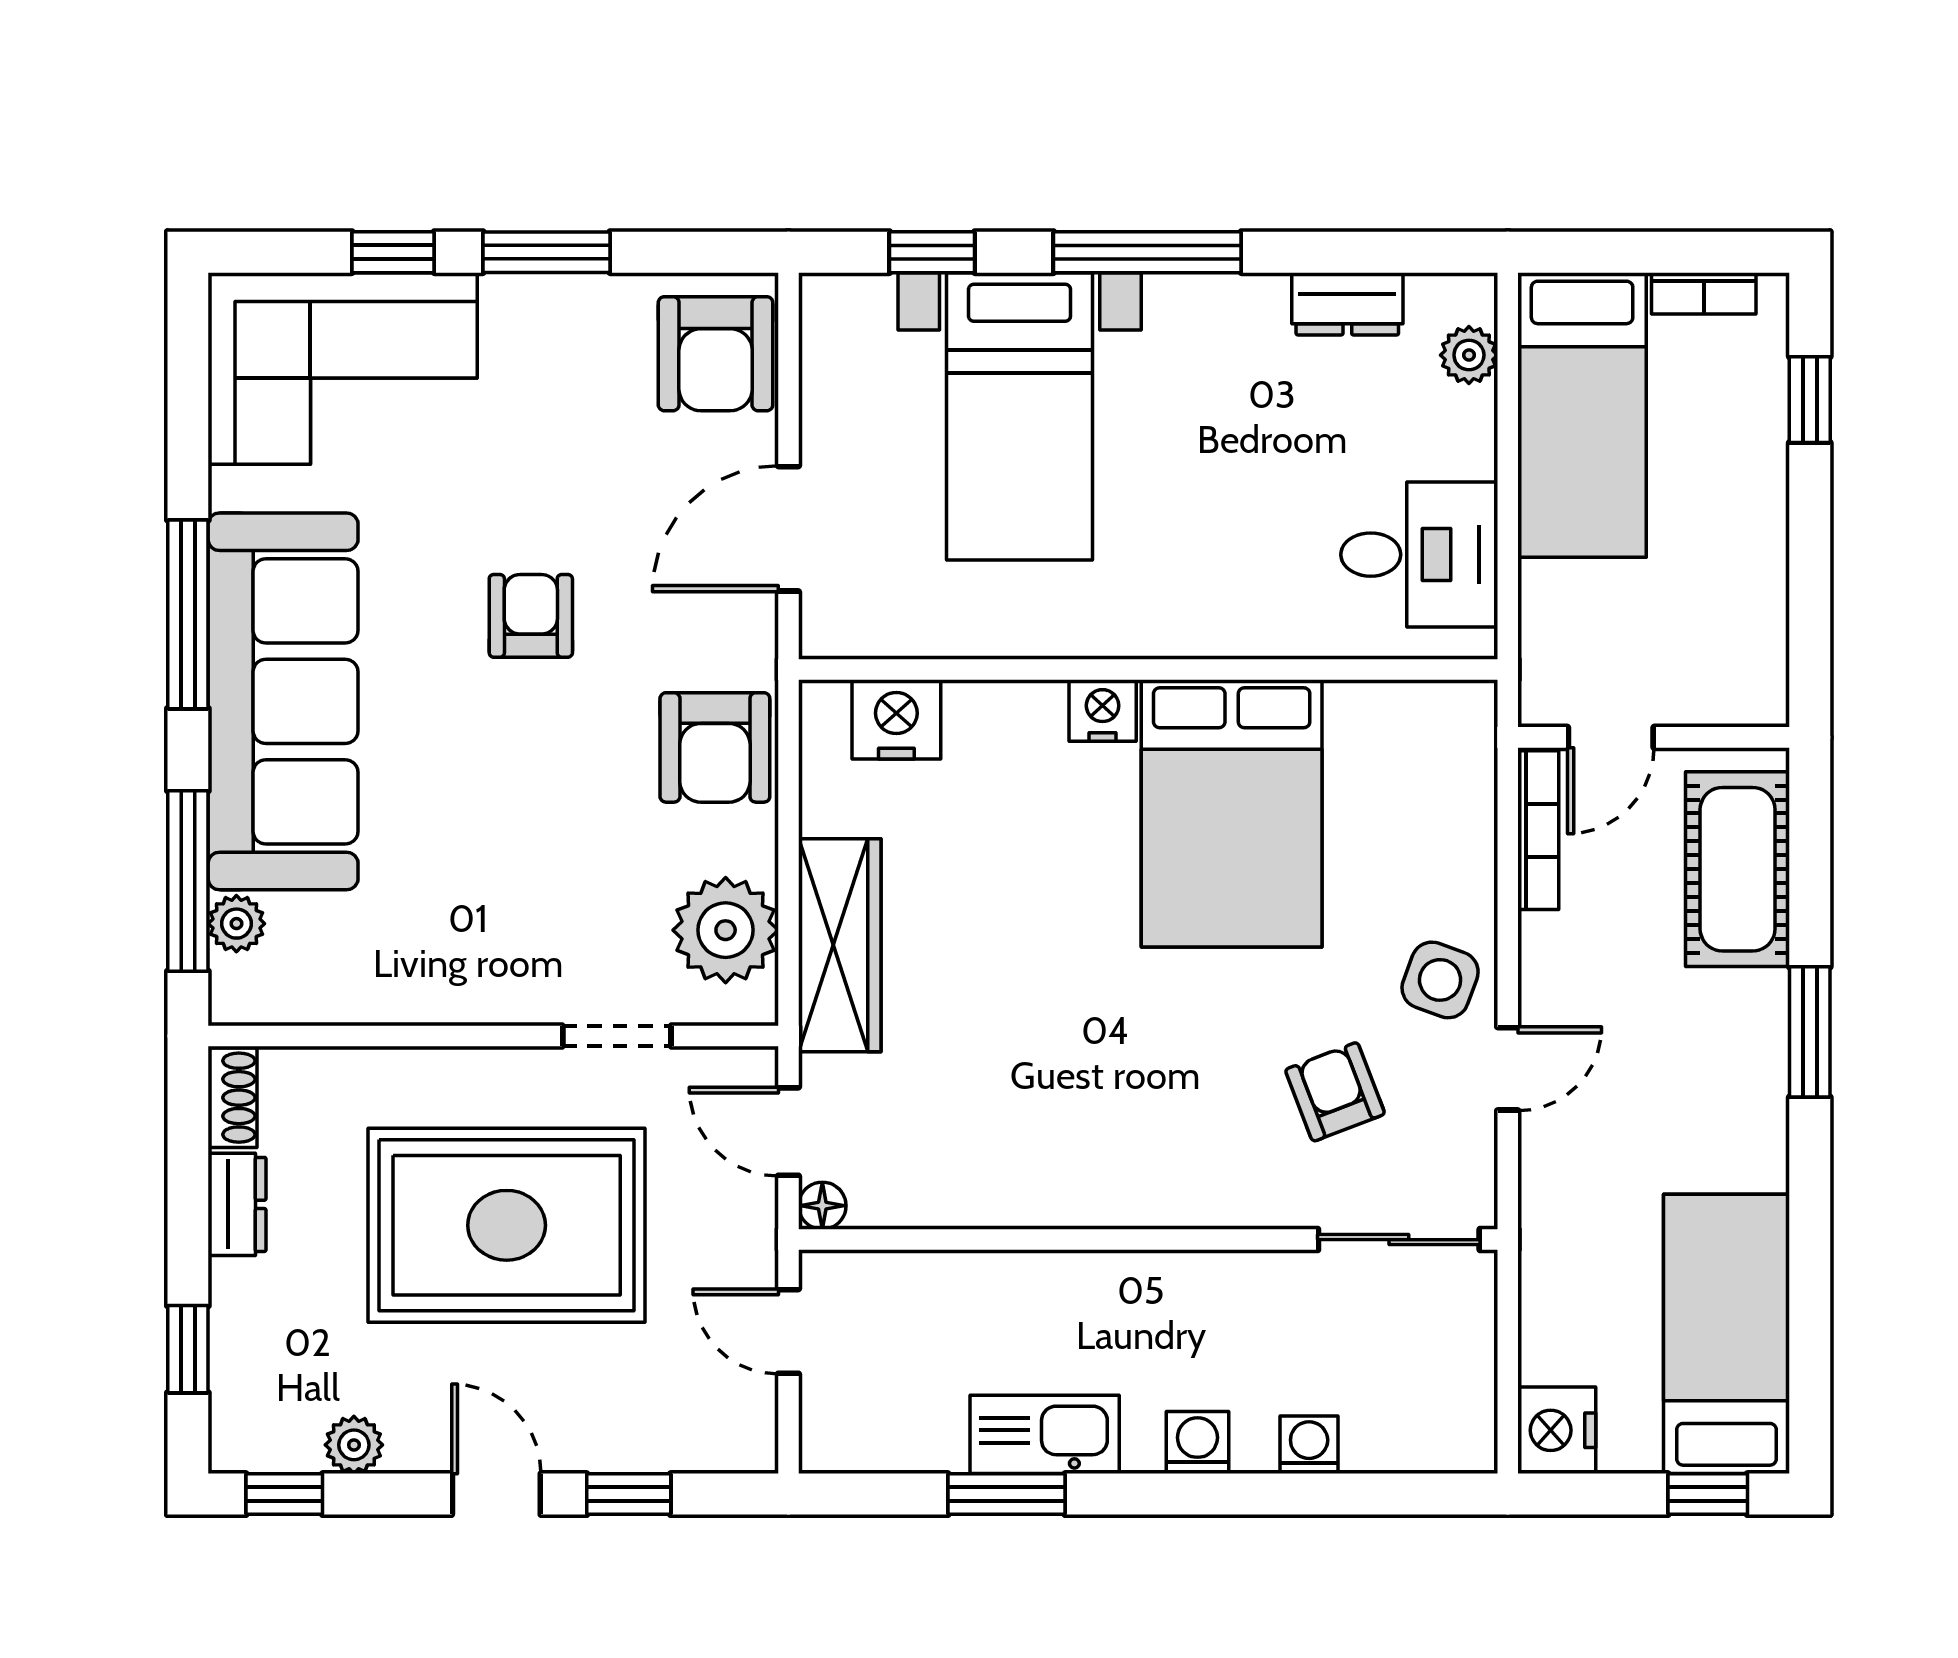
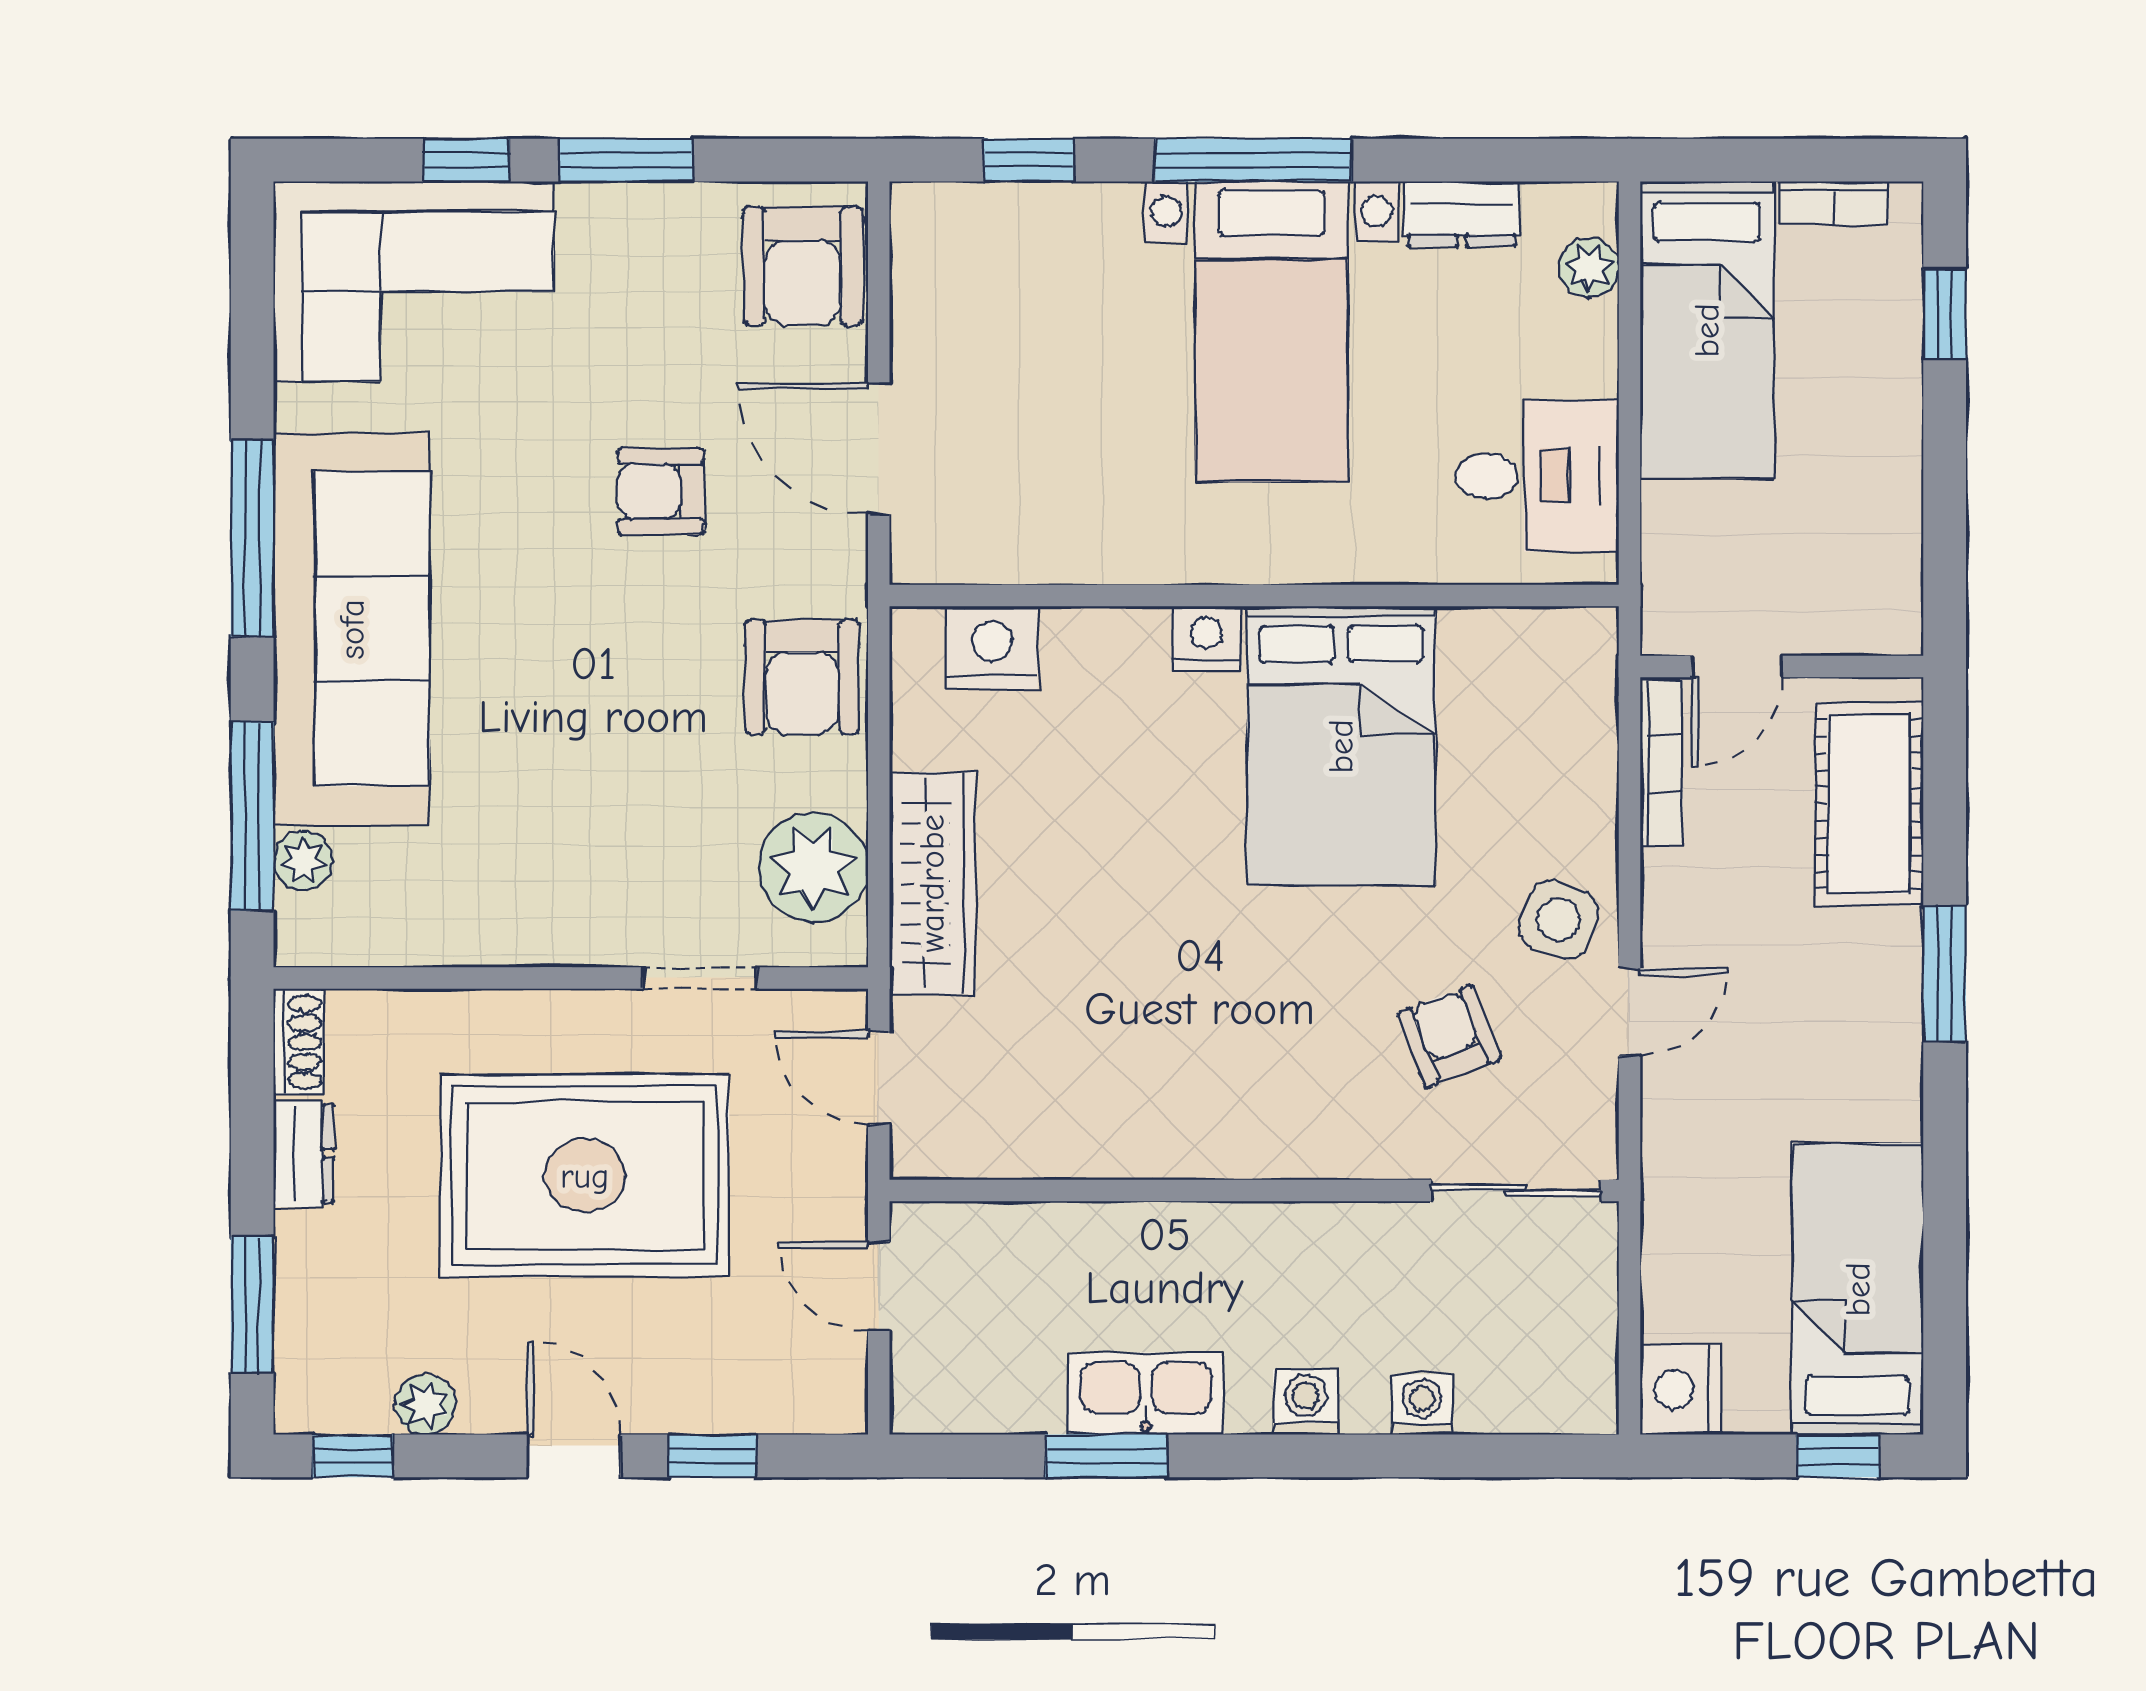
bed with nightstands: (1020, 416) -> (1272, 331), moved
door: (788, 529) -> (879, 449), hinge flipped
armchair: (531, 616) -> (661, 491), moved, turned -90
floor lamp: (822, 1206) -> (914, 1155), removed
window: (188, 1349) -> (252, 1305), width x1.50

